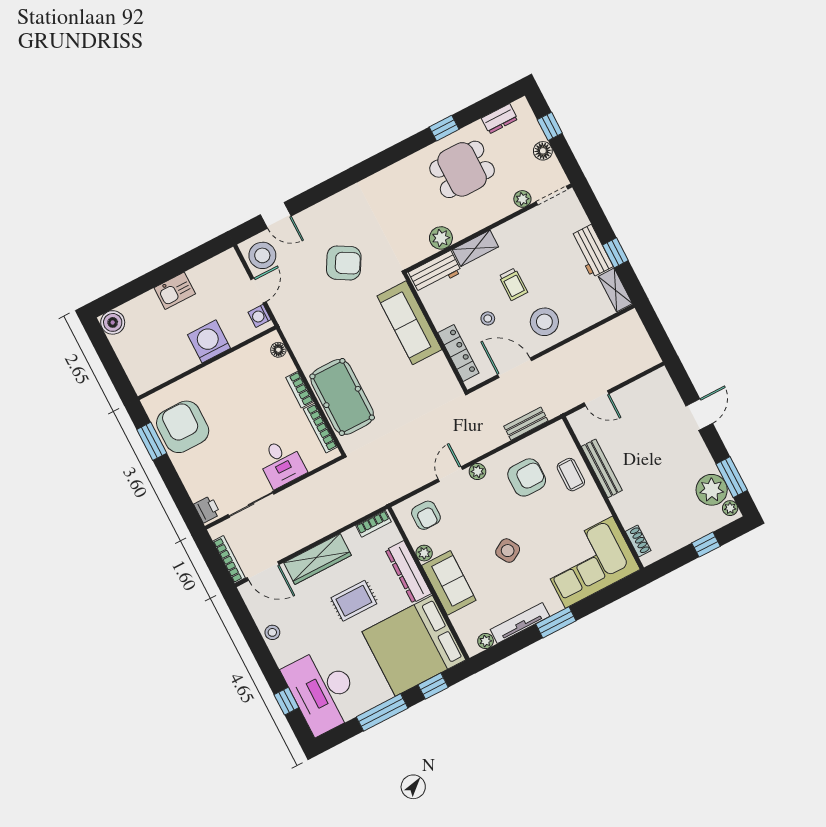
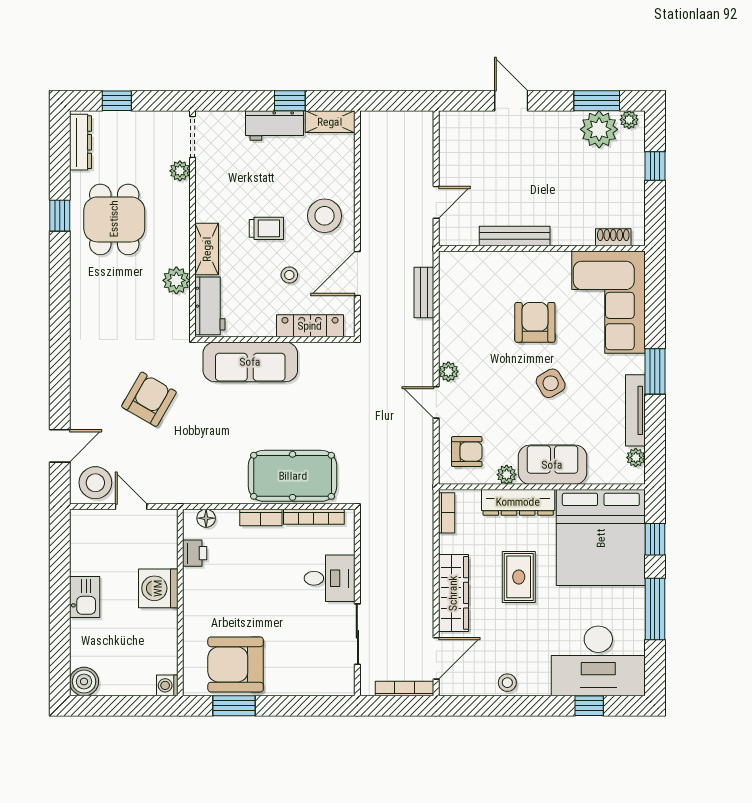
dresser: (499, 119) -> (81, 142), width x1.44
floor lamp: (543, 151) -> (139, 122), removed
washing machine: (259, 316) -> (167, 685), moved, turned 90
coffee table: (571, 475) -> (504, 273), removed
armchair: (527, 477) -> (535, 322), moved
printer: (207, 509) -> (195, 553), moved, turned 90

